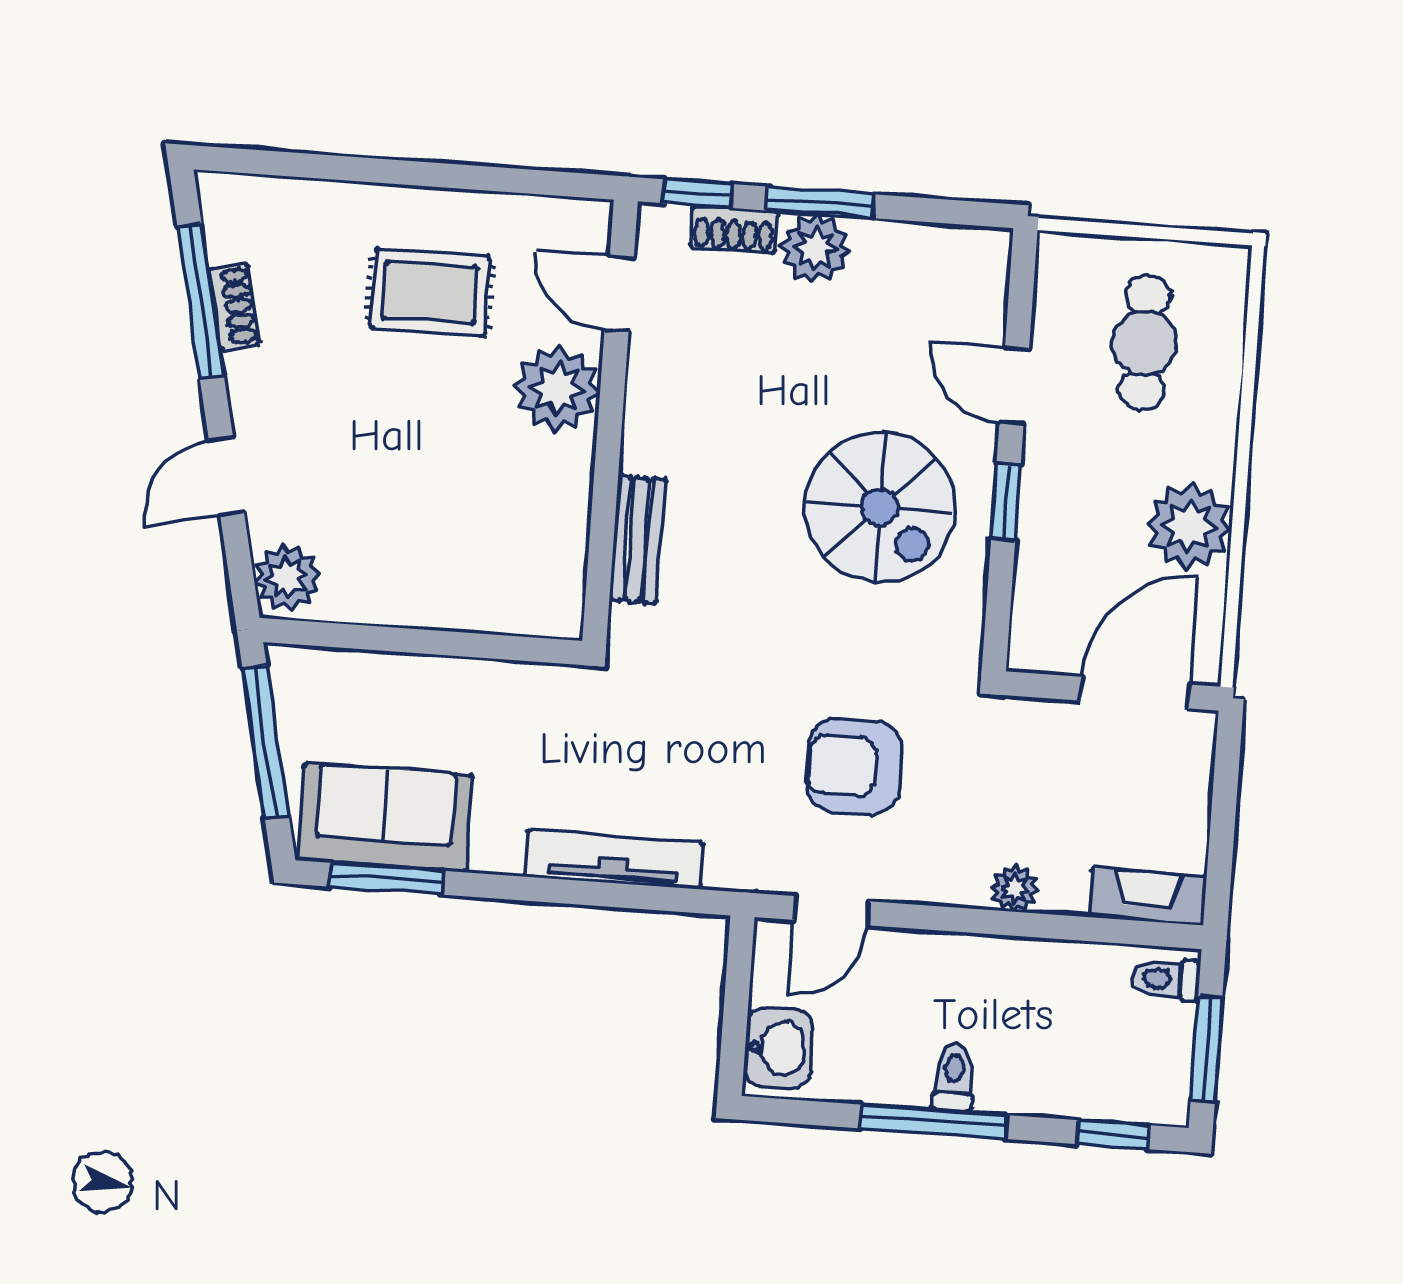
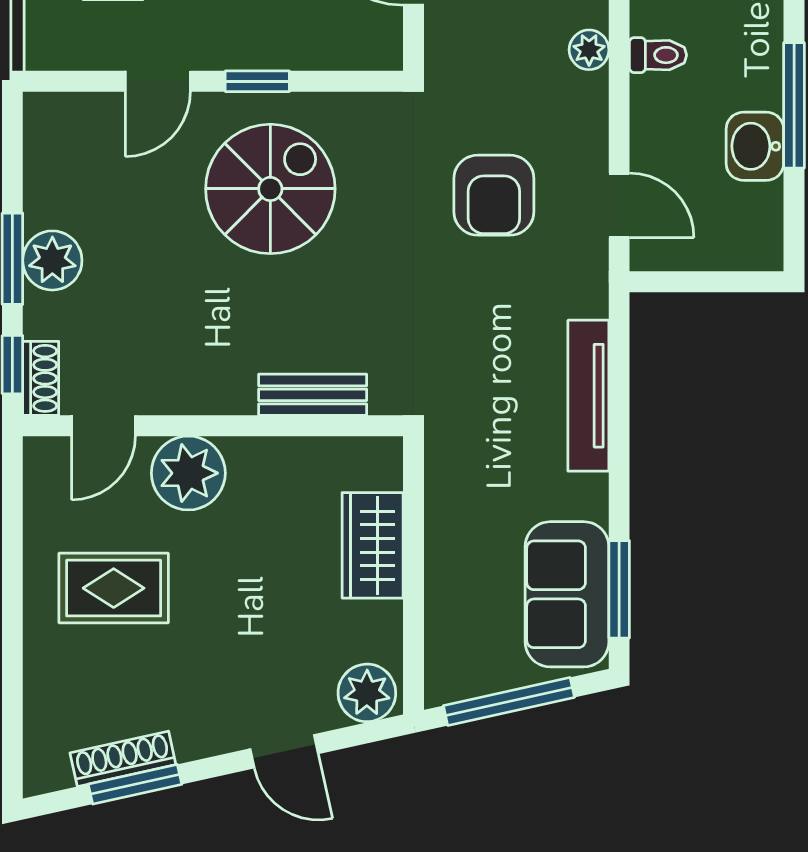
shoe rack: (734, 229) -> (41, 378), moved
rug: (430, 292) -> (114, 588), turned 90
window: (201, 301) -> (135, 784), width x0.69
shoe rack: (234, 306) -> (123, 759), width x1.43
wardrobe: (458, 596) -> (373, 545), added
washbasin: (779, 1048) -> (755, 146), moved, turned -90
toilet: (954, 1078) -> (658, 55), moved, turned 180

